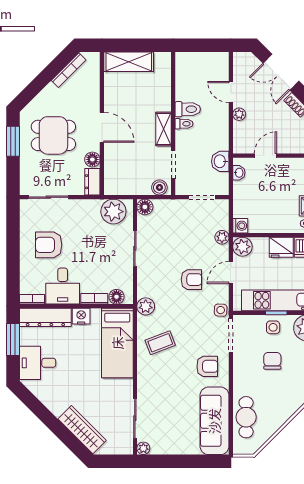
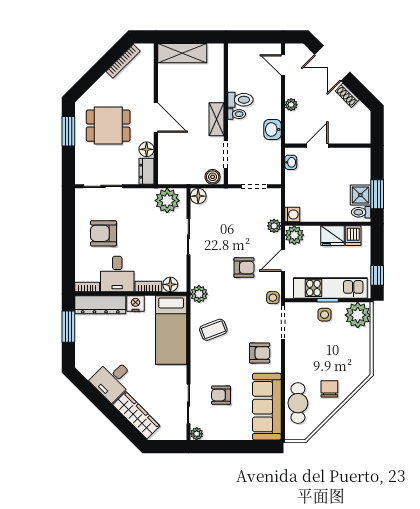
door: (231, 92) -> (283, 65), moved
washbasin: (220, 161) -> (272, 129), moved
chair: (272, 361) -> (329, 389), moved
desk: (38, 363) -> (112, 380), moved, turned -45
armchair: (168, 409) -> (221, 395), added

